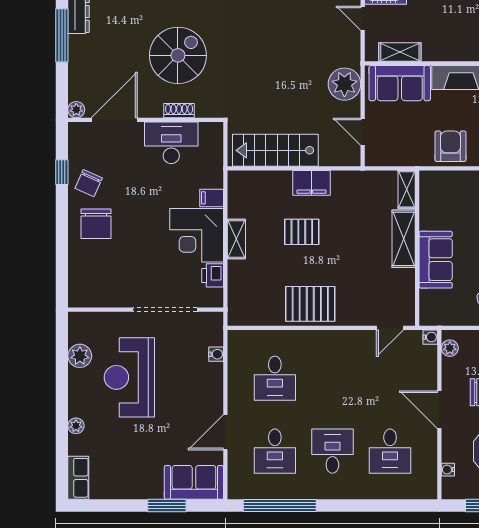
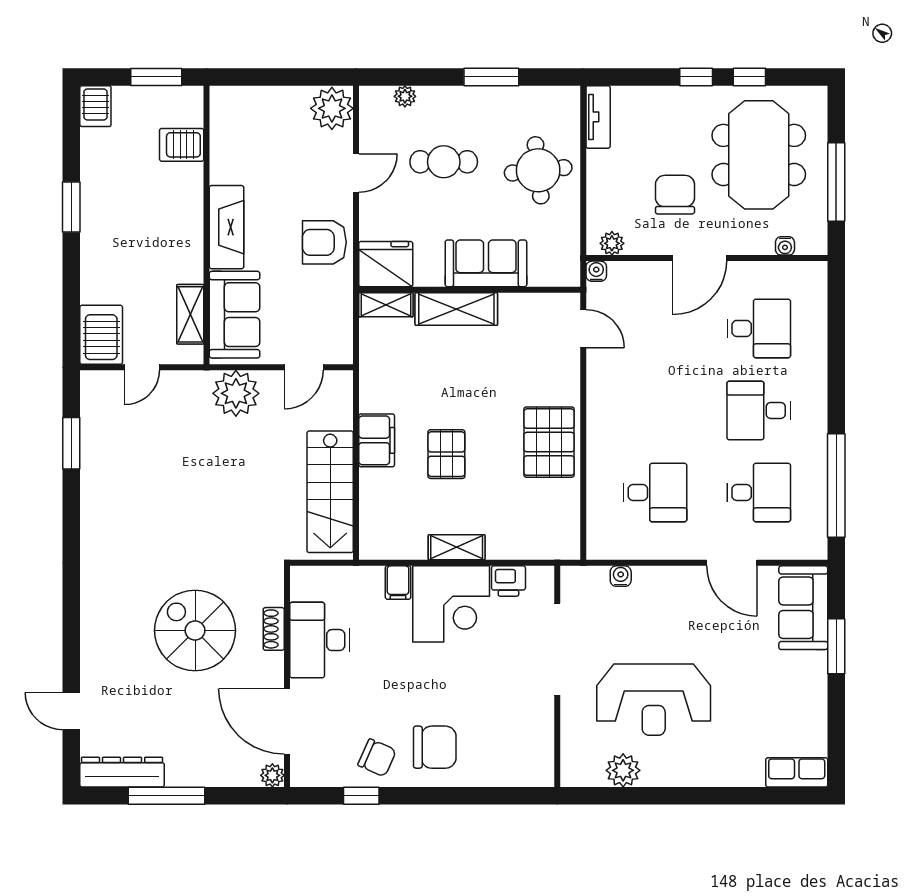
fridge: (435, 189) -> (386, 264), added
plant: (76, 426) -> (723, 776), removed

